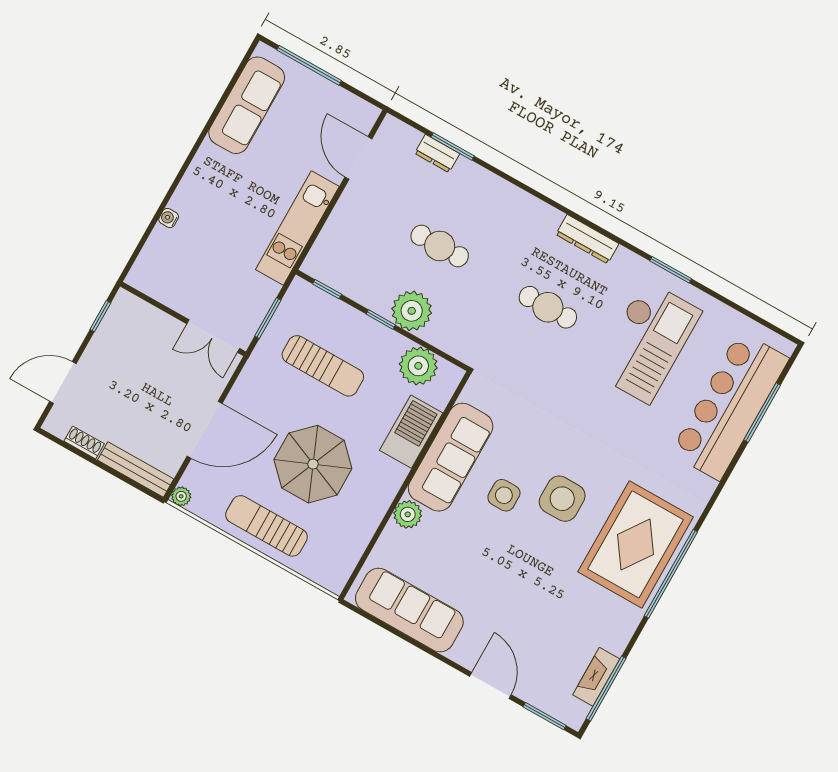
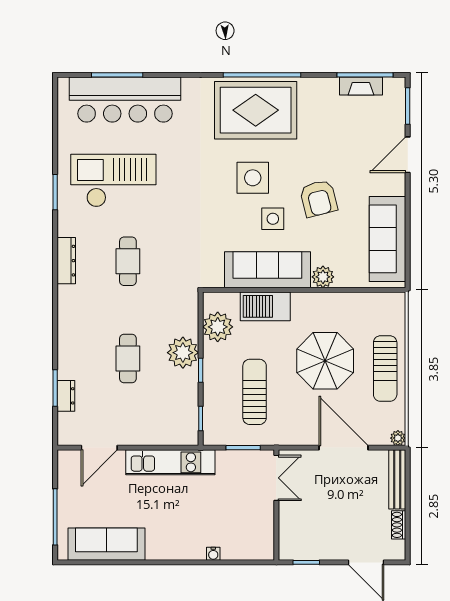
armchair: (498, 559) -> (319, 198), added

